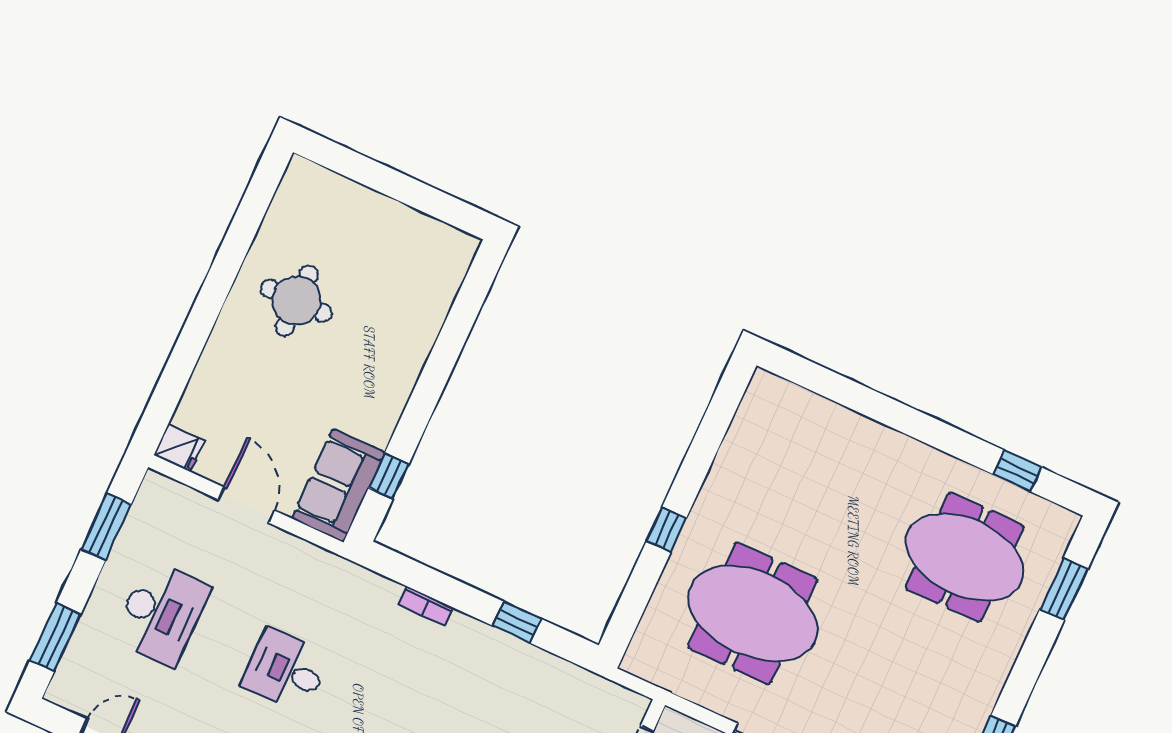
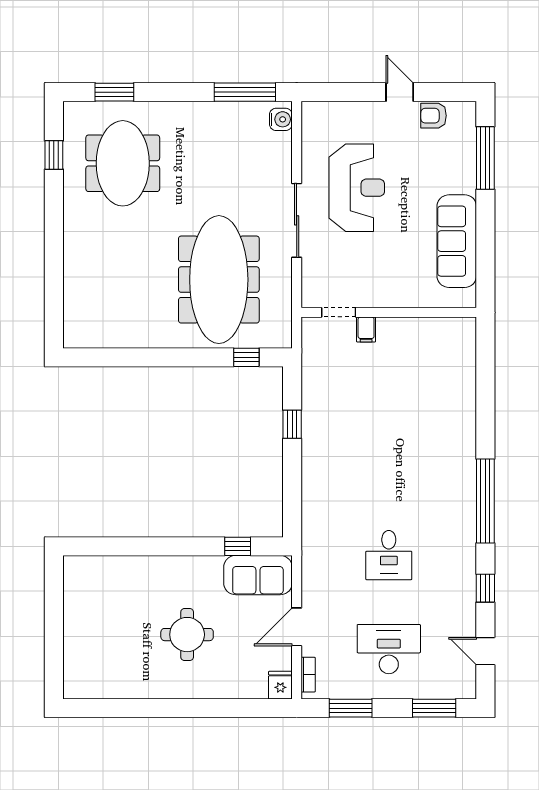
round table: (297, 301) -> (187, 635), moved
window: (666, 530) -> (246, 357), moved
bookcase: (426, 606) -> (308, 675), moved
meeting table: (753, 613) -> (219, 280), width x1.36

